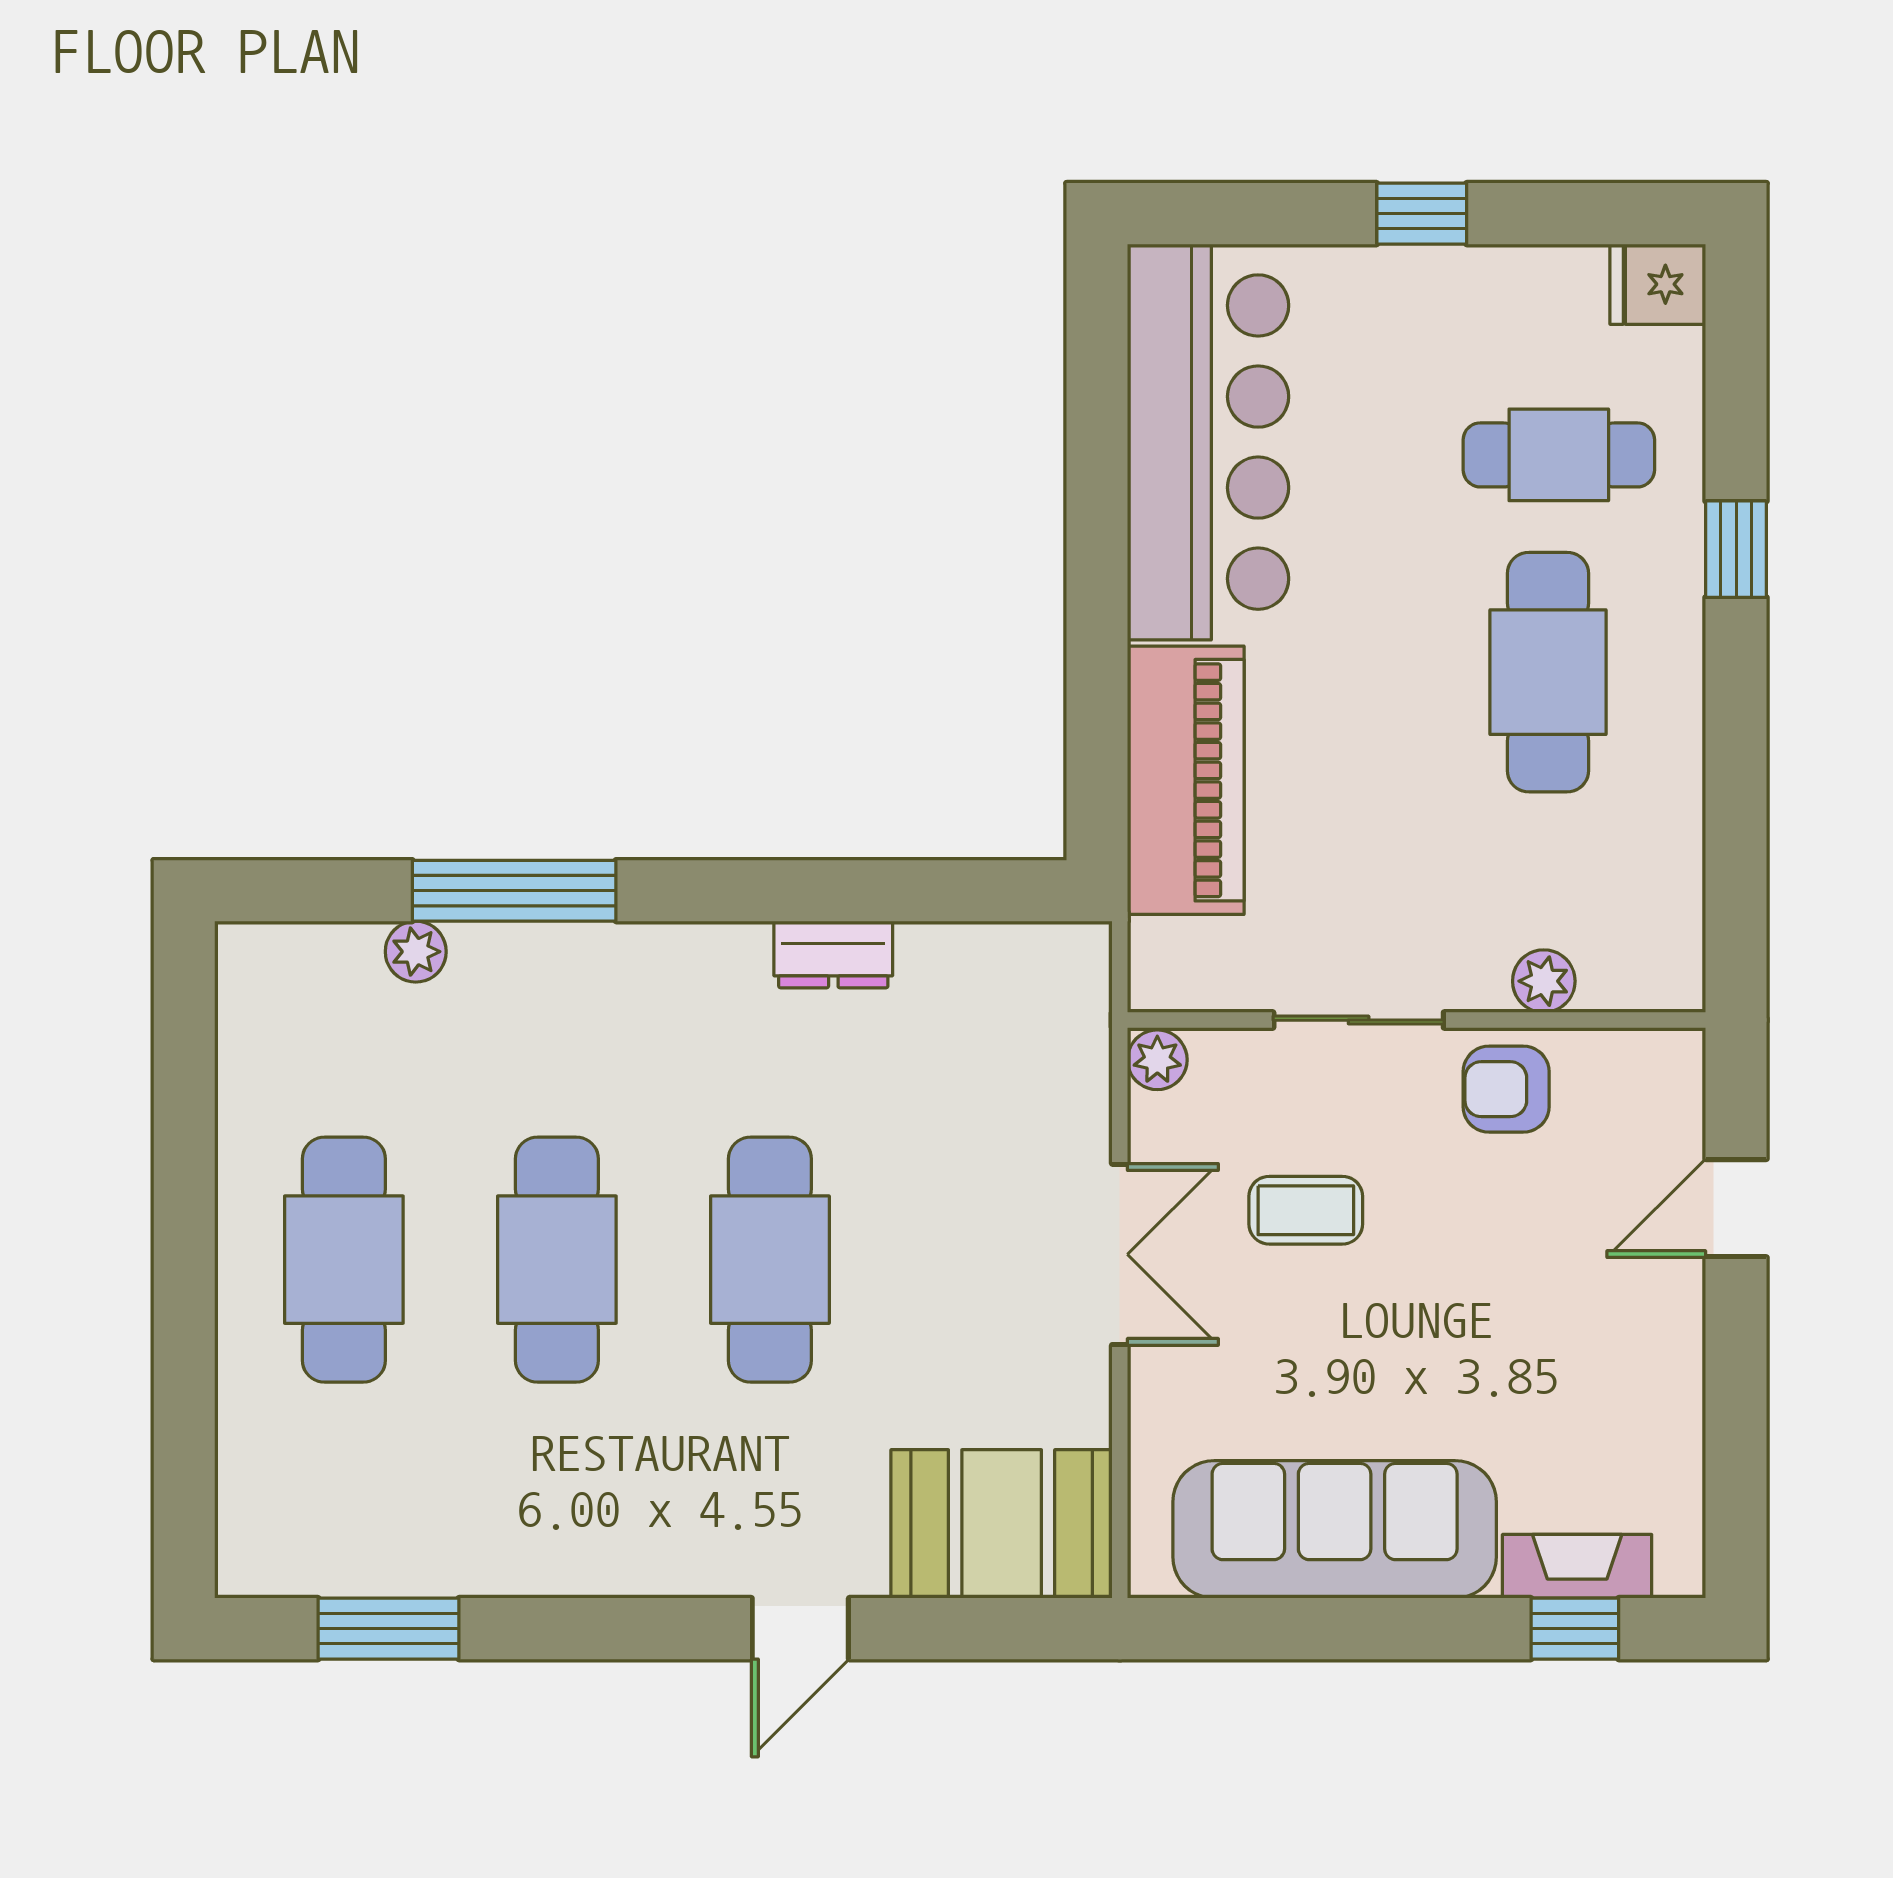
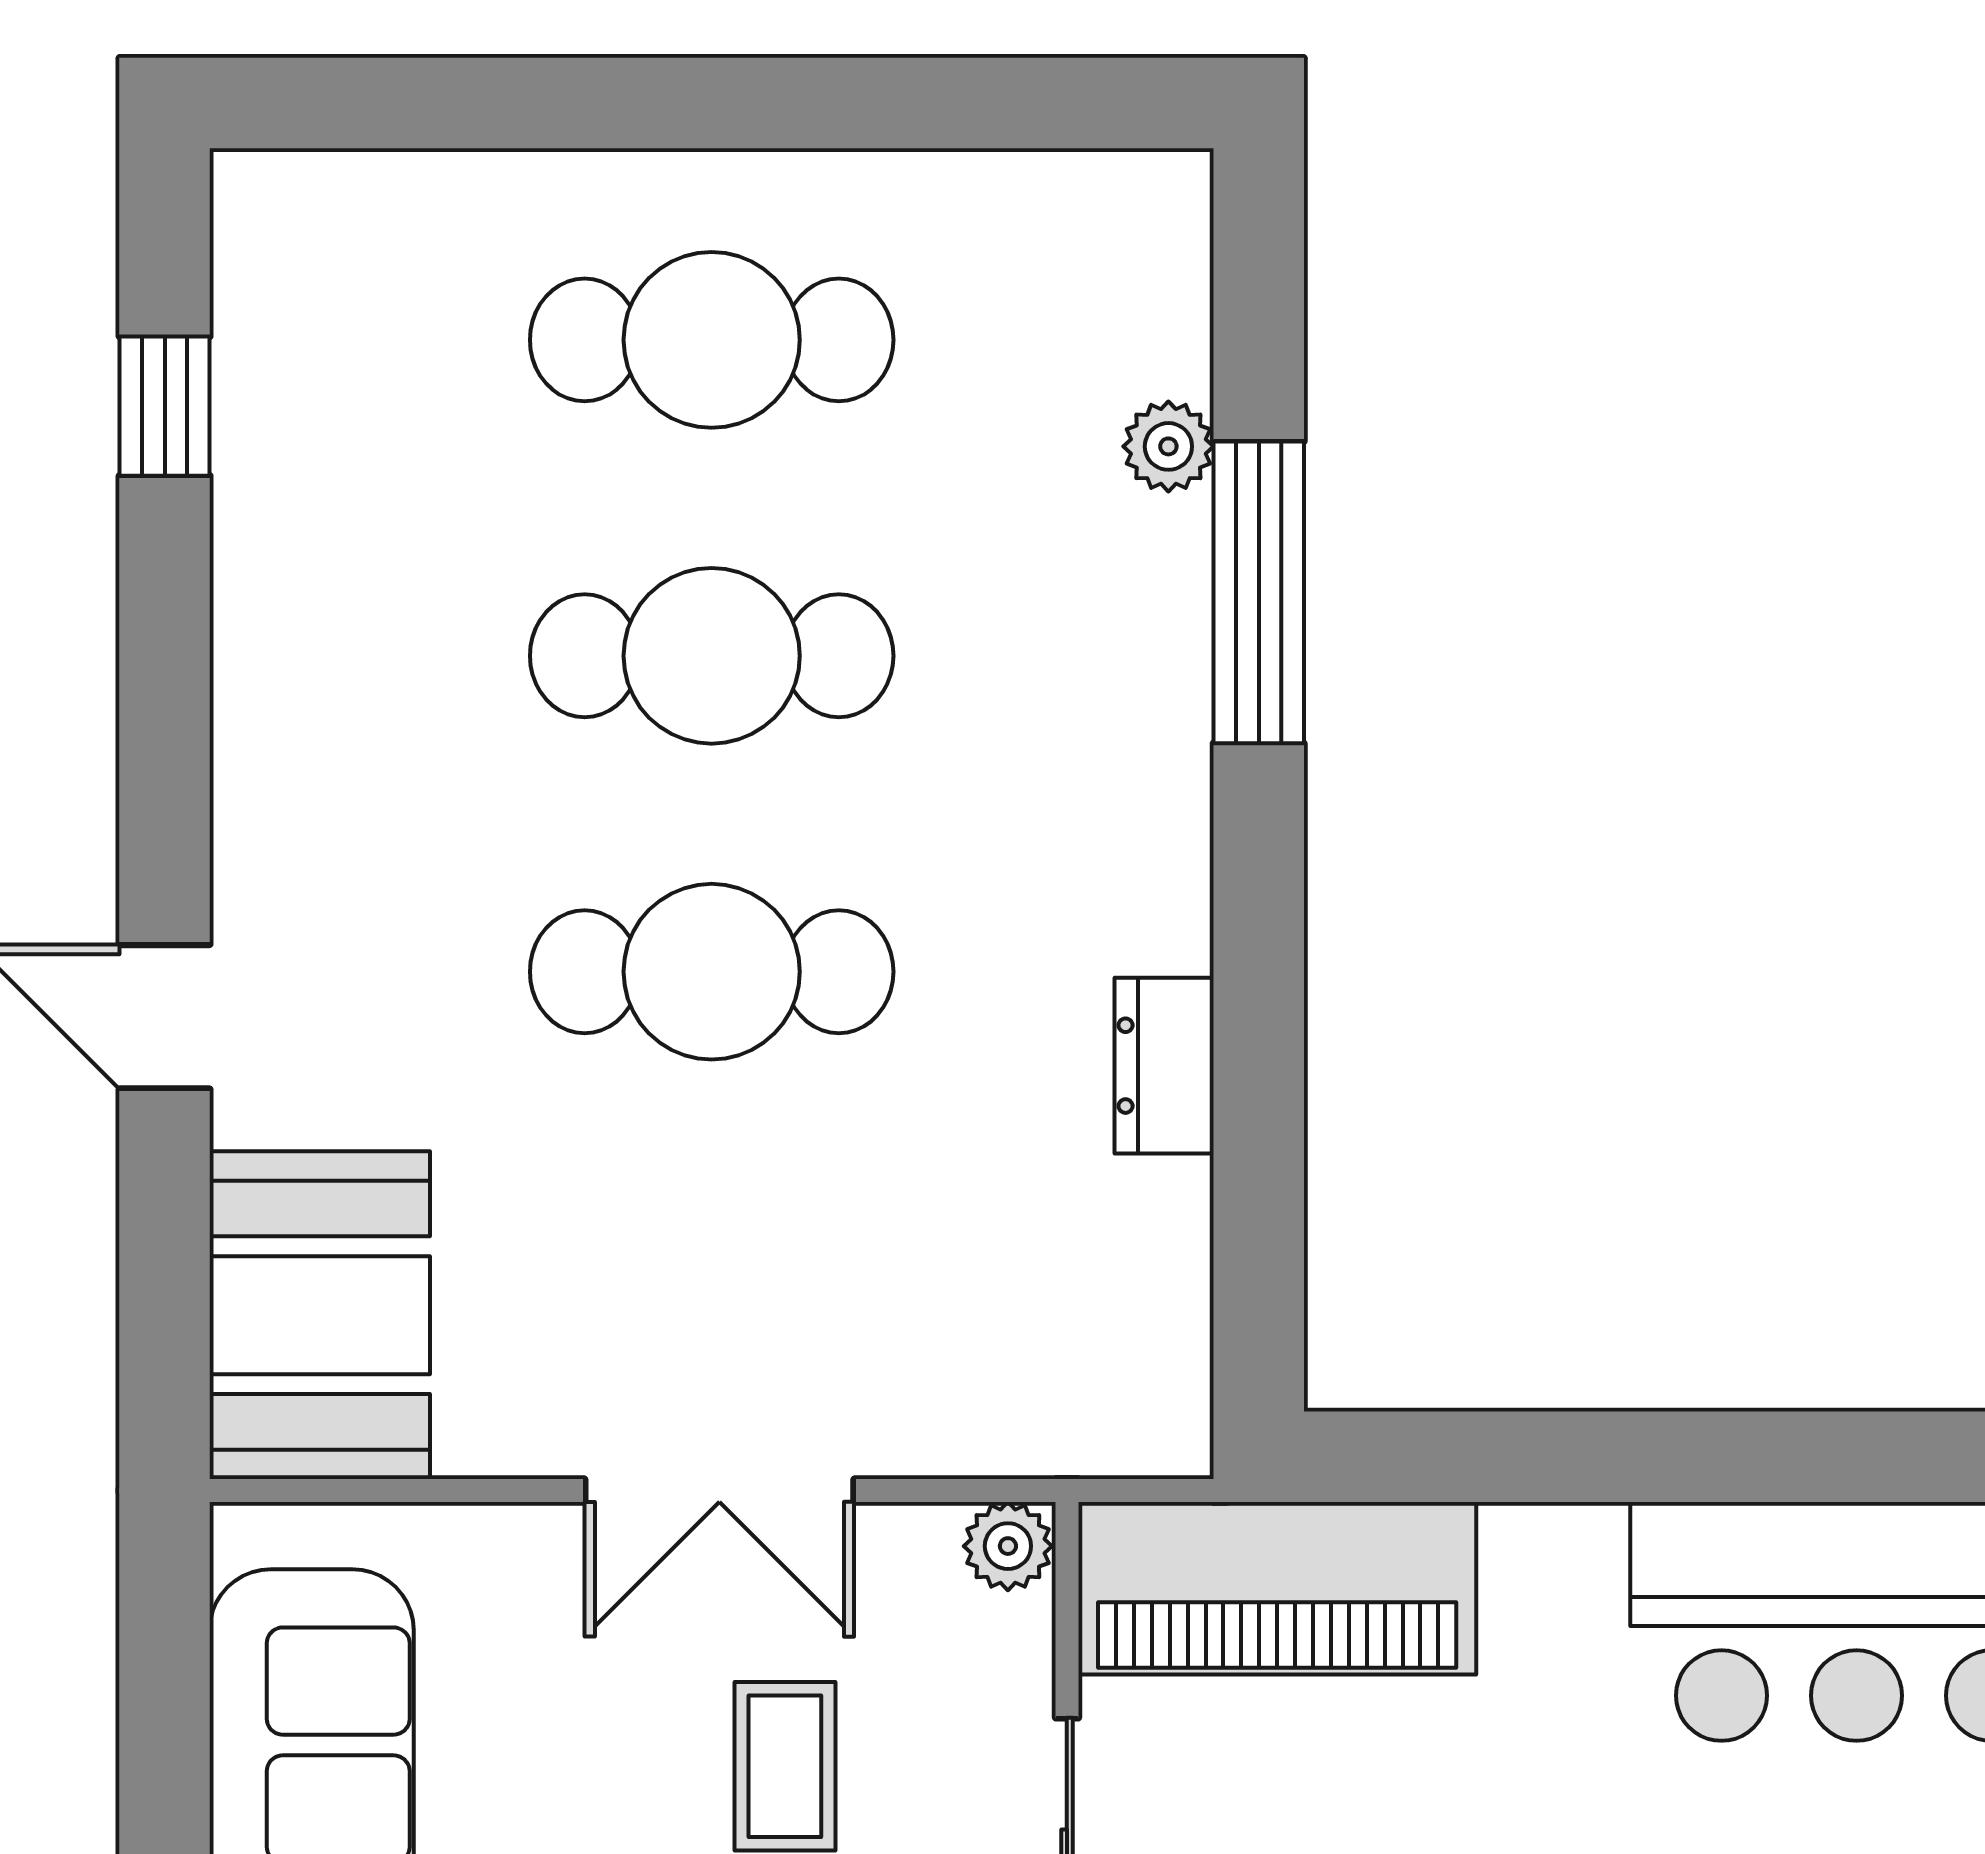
piano: (1186, 780) -> (1277, 1588), moved
window: (389, 1629) -> (165, 406), width x0.67

